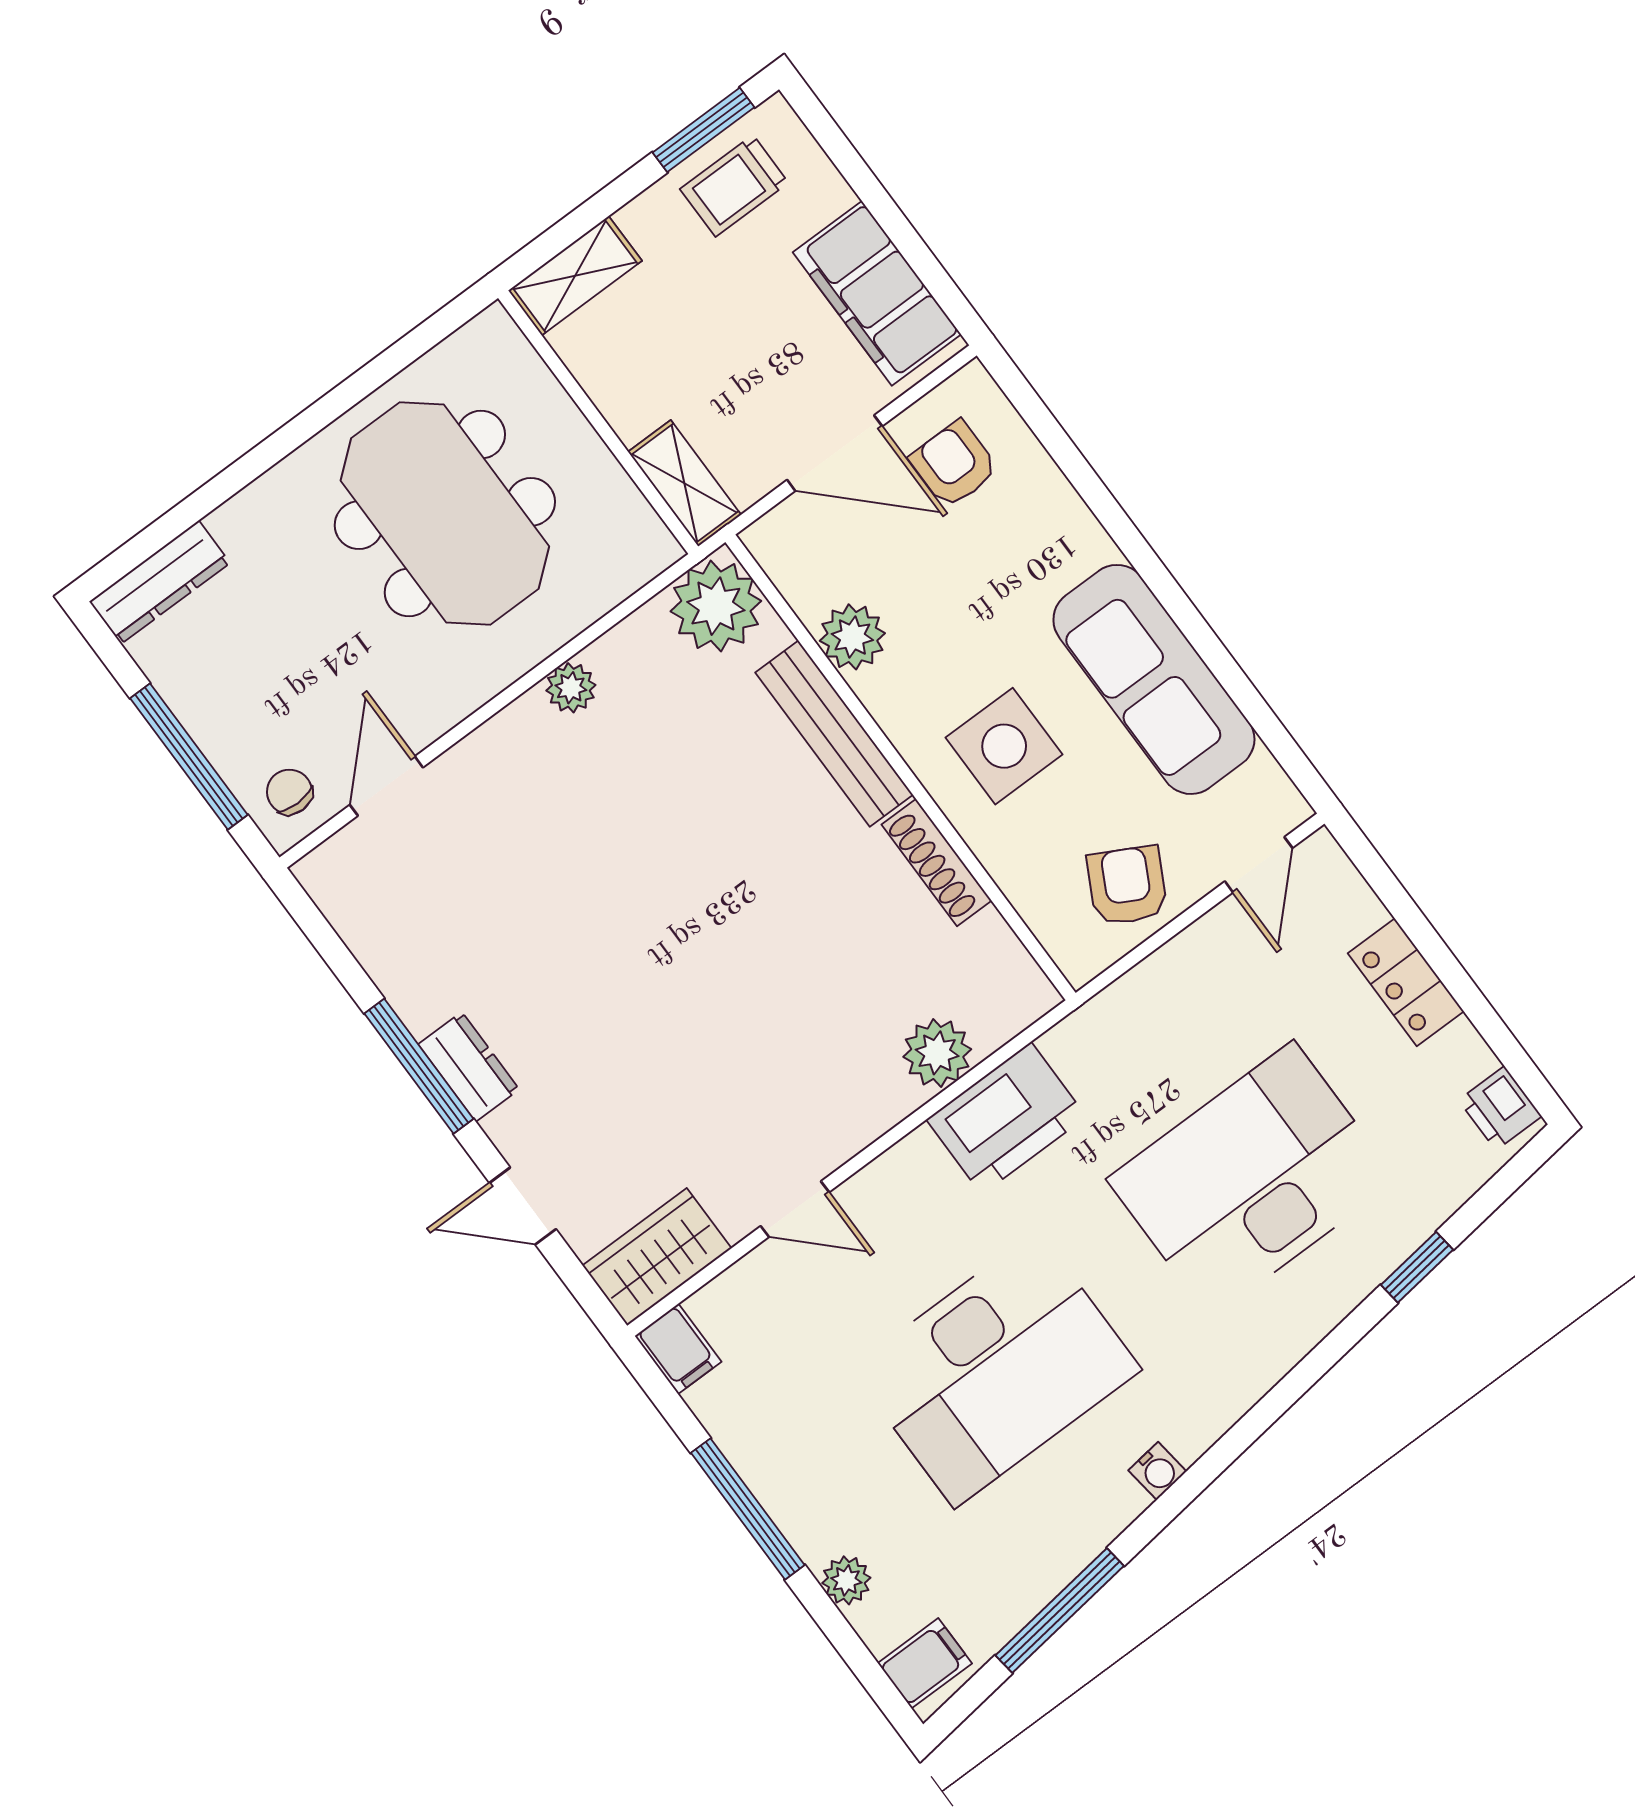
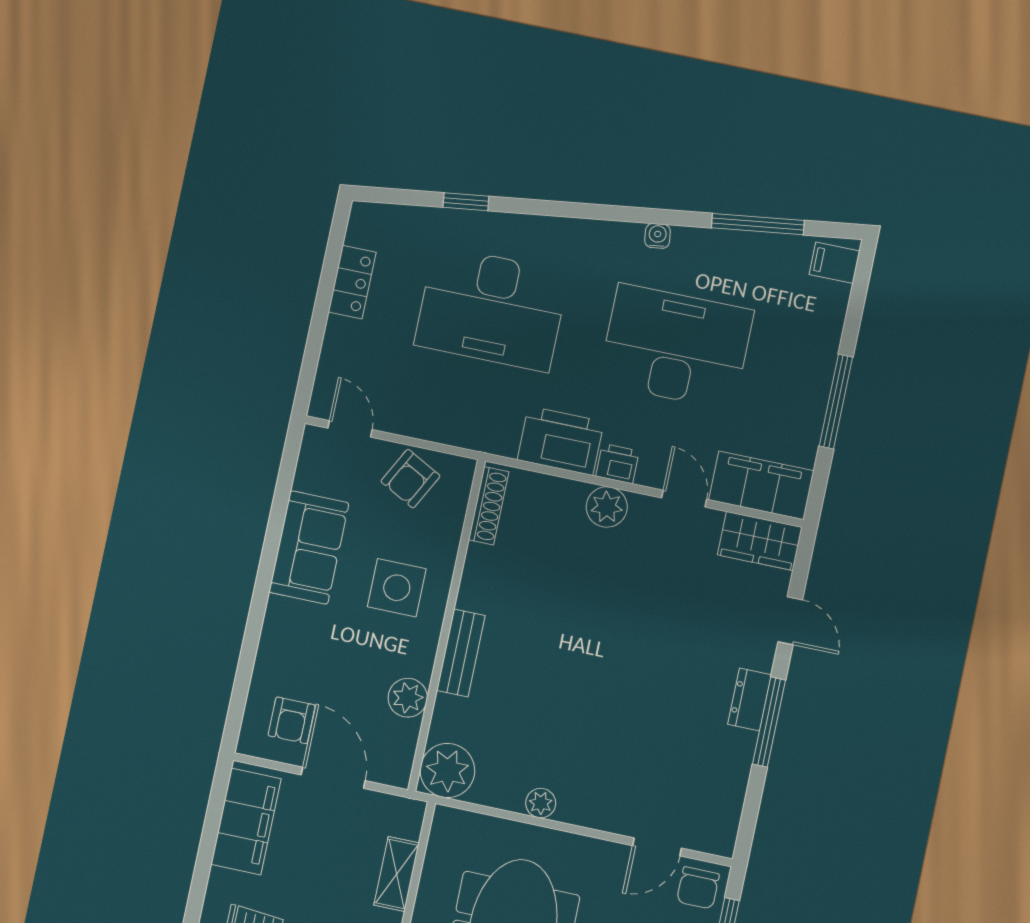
shelving: (684, 483) -> (397, 874), moved
sofa: (1154, 679) -> (309, 548), width x0.73
bench: (834, 734) -> (461, 653), width x0.73
chair: (289, 792) -> (698, 888), width x1.37, depth x1.37
shoe rack: (937, 863) -> (489, 506), moved
door: (1259, 865) -> (350, 429), hinge flipped
locker: (1406, 982) -> (352, 282), moved
plant: (937, 1053) -> (607, 507), moved
printer: (1500, 1108) -> (617, 464), moved, turned -90
filing cabinet: (678, 1349) -> (761, 485), width x3.00, depth x1.17
plant: (846, 1580) -> (829, 330), removed

